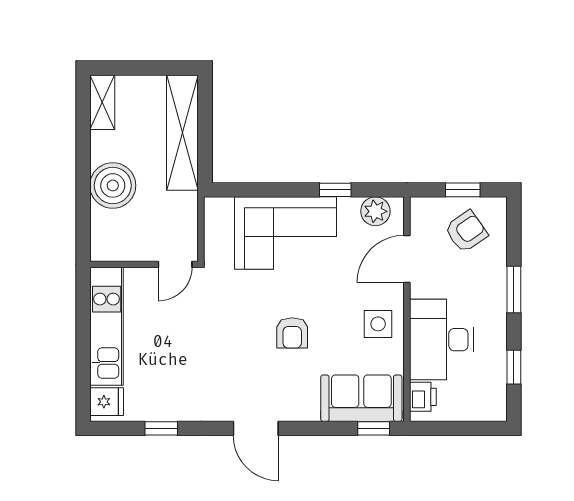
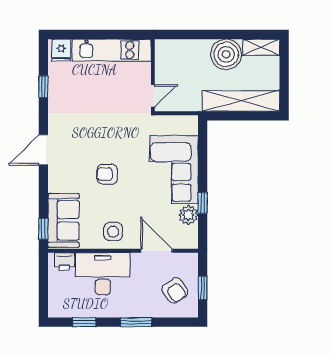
boiler: (113, 185) -> (226, 54), moved
plant: (375, 211) -> (188, 215), moved
door: (175, 264) -> (153, 96), swing flipped

